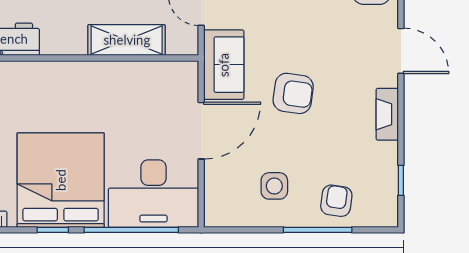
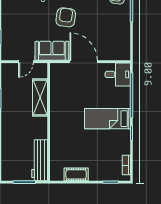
bed: (61, 180) -> (107, 119), width x0.49
side table: (274, 186) -> (110, 26), removed
desk: (153, 194) -> (118, 74), width x0.53, depth x0.77

